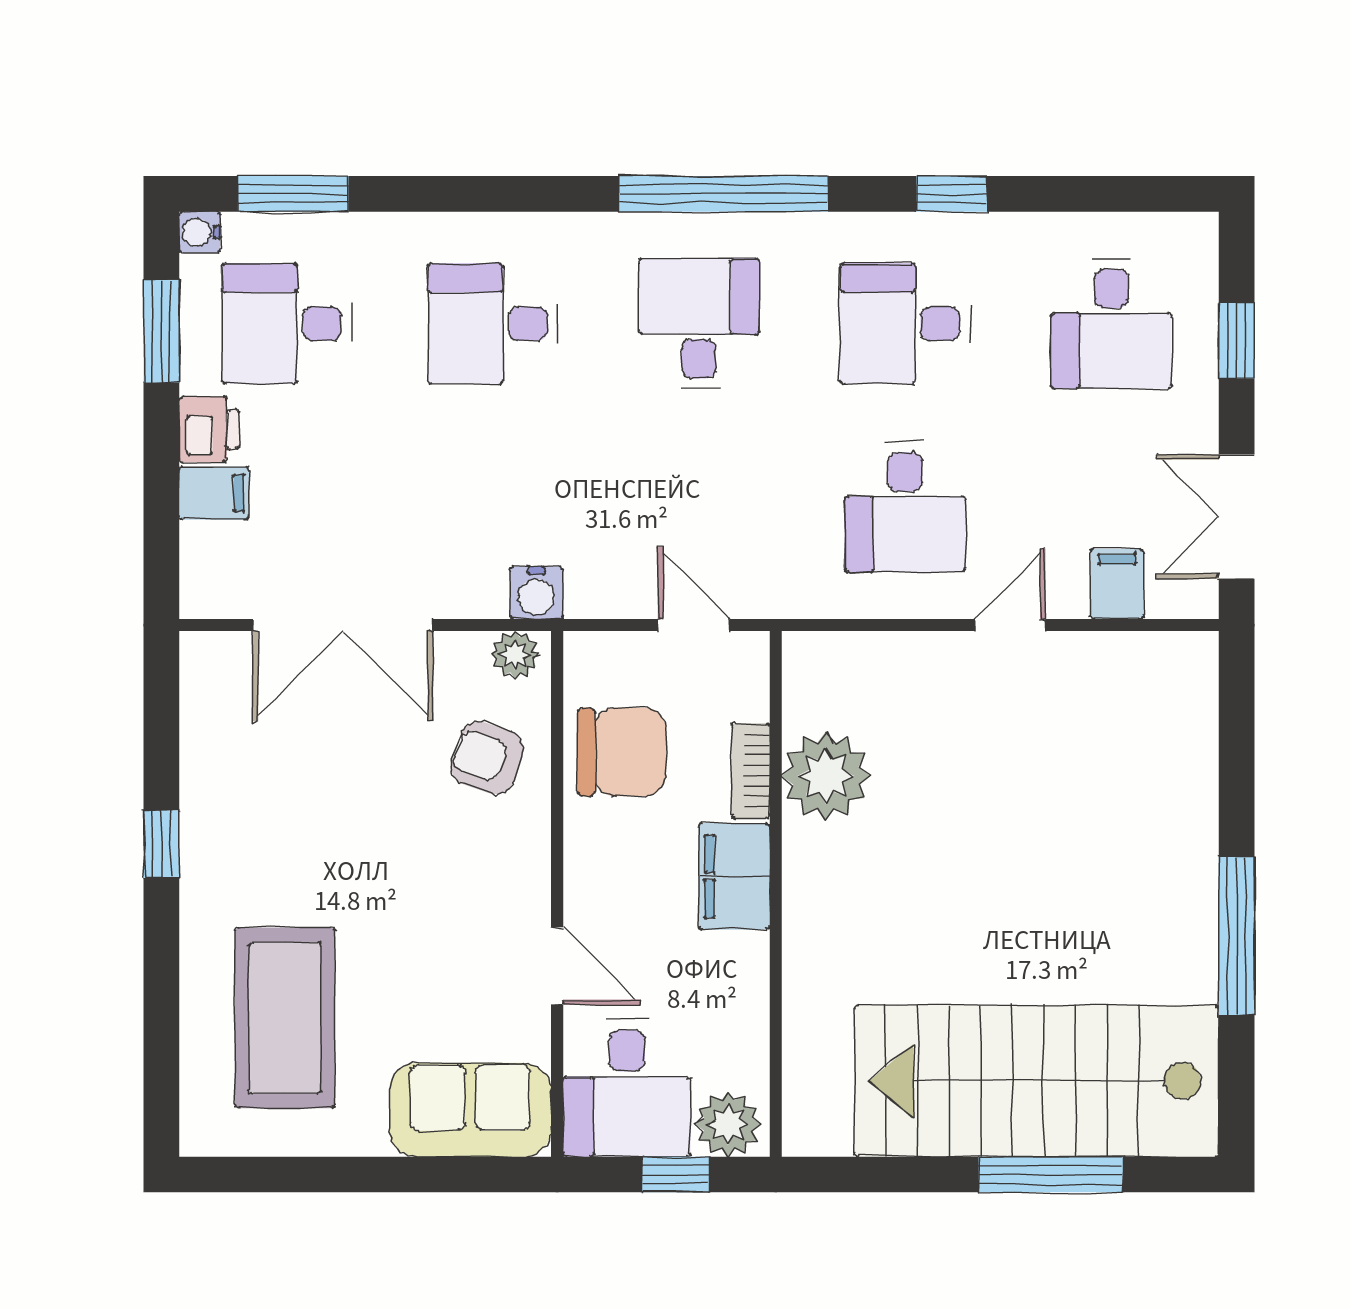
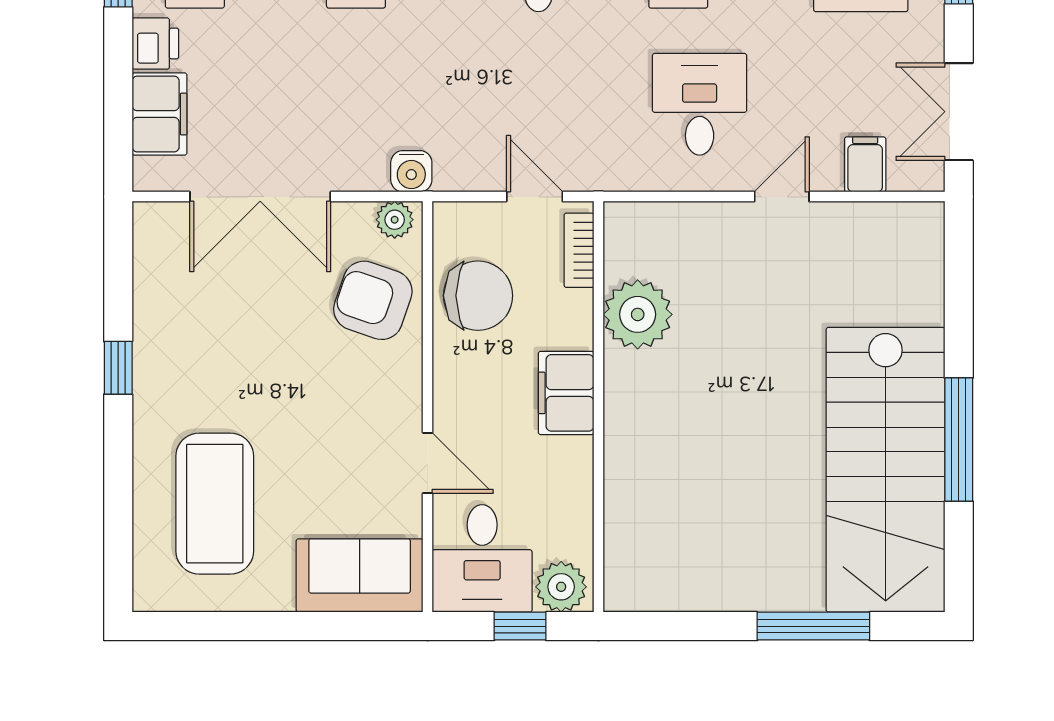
filing cabinet: (214, 493) -> (159, 114), width x2.00
desk: (905, 507) -> (700, 104), turned 180
armchair: (487, 758) -> (373, 300), width x1.38, depth x1.38
bookcase: (751, 771) -> (579, 250), moved
stairs: (1037, 1081) -> (886, 470), moved, turned -90

